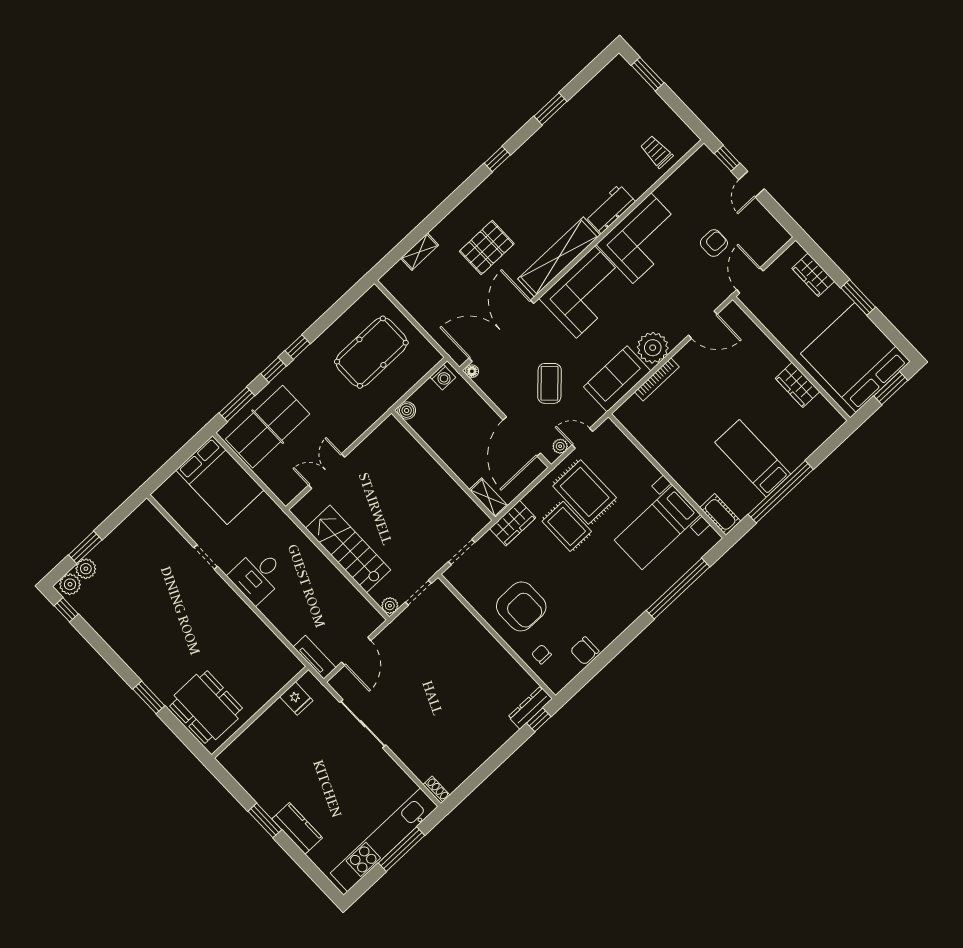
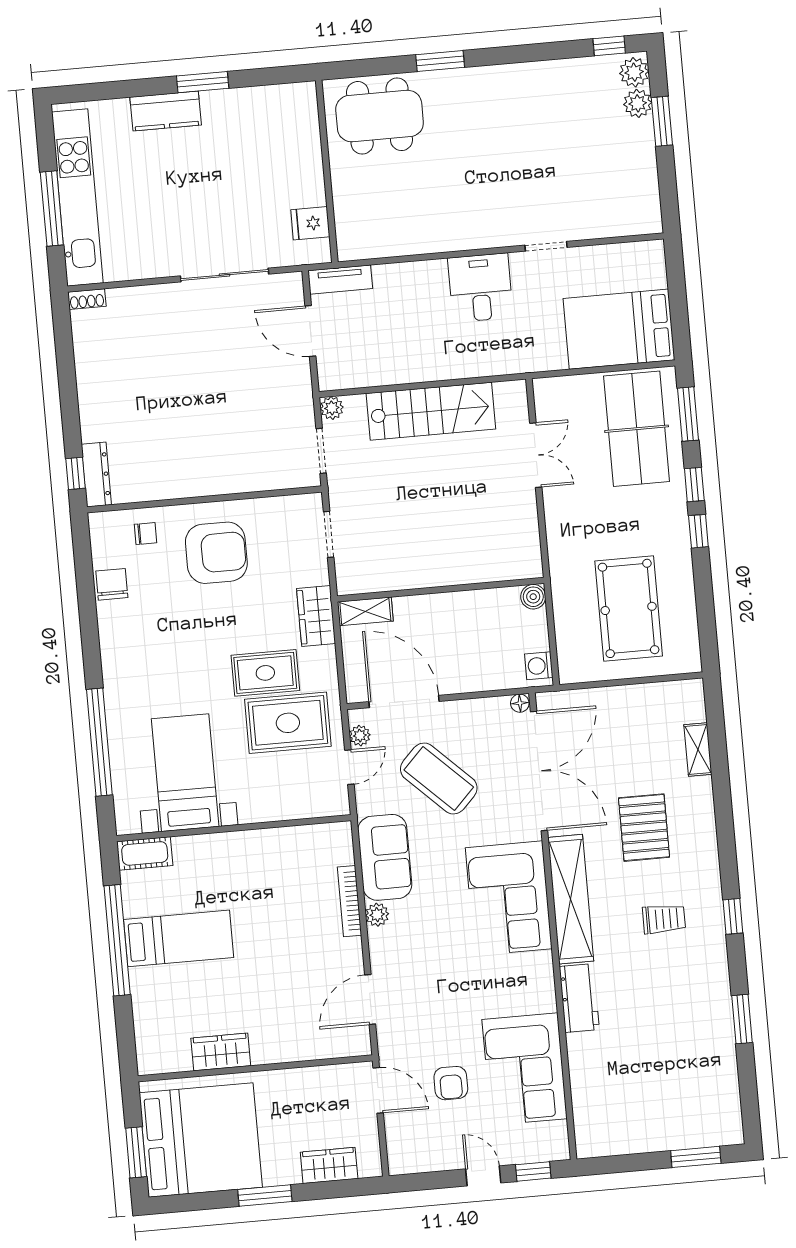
trolley: (656, 152) -> (664, 919), moved
corner sofa: (642, 238) -> (525, 1069), moved
plant: (653, 348) -> (377, 915), width x0.53, depth x0.53
coffee table: (549, 383) -> (439, 779), width x1.36, depth x1.32
armchair: (521, 606) -> (216, 553), turned 180

